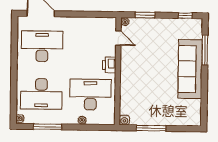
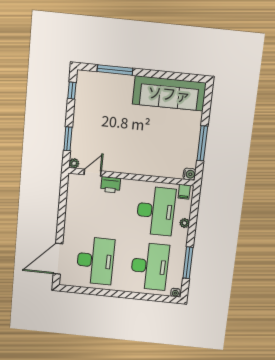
desk: (42, 46) -> (95, 261), turned 180
printer: (109, 65) -> (111, 185), moved
sofa: (190, 69) -> (169, 93), moved
desk: (90, 95) -> (156, 211), turned 180
filing cabinet: (109, 117) -> (184, 192), added

